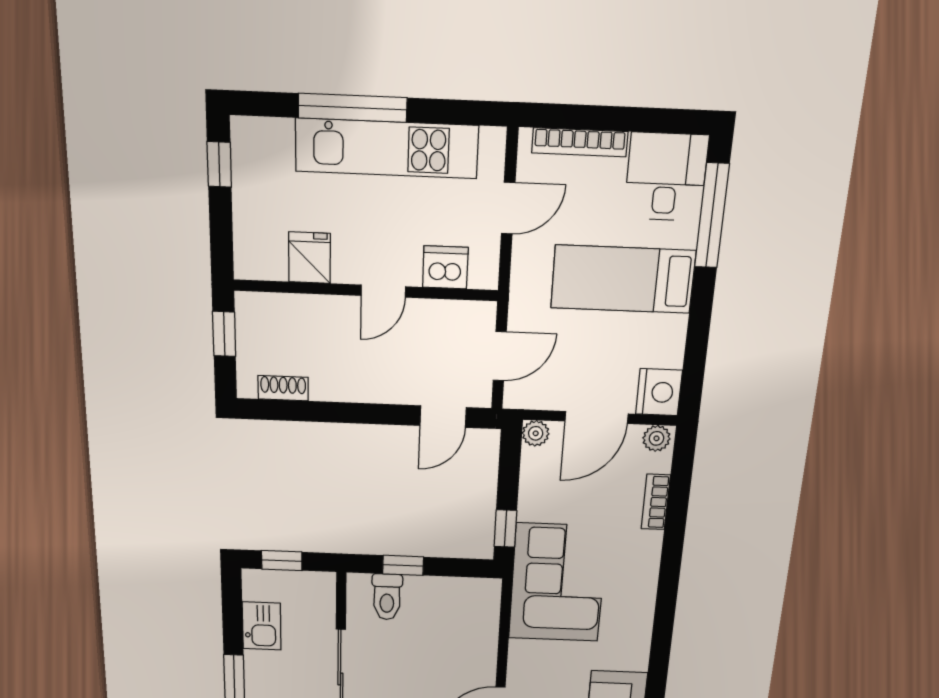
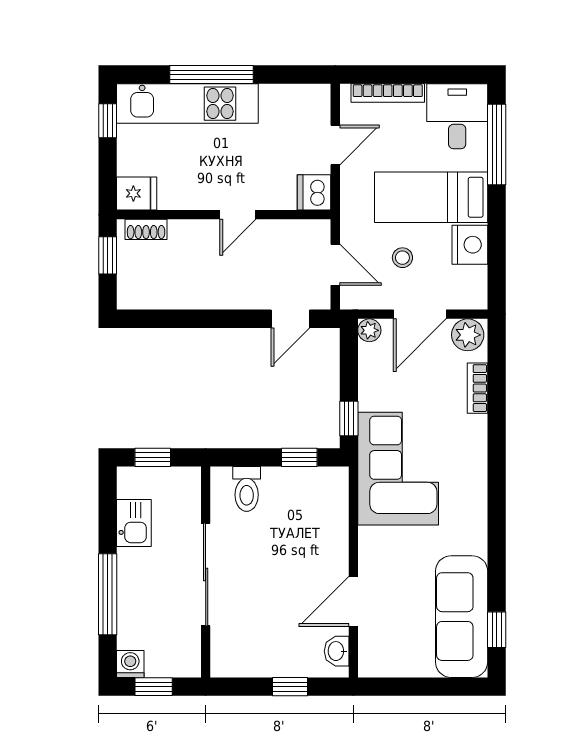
kitchen unit: (387, 148) -> (187, 104), moved
fridge: (310, 258) -> (137, 193), moved, turned 90
dishwasher: (445, 267) -> (314, 192), moved, turned -90
stool: (582, 351) -> (402, 258), added
door: (500, 356) -> (335, 265), hinge flipped
shoe rack: (283, 388) -> (146, 229), moved, turned 180
nightstand: (659, 392) -> (470, 245), moved
plant: (656, 438) -> (468, 335), width x1.38, depth x1.38
window: (403, 565) -> (299, 457), moved

